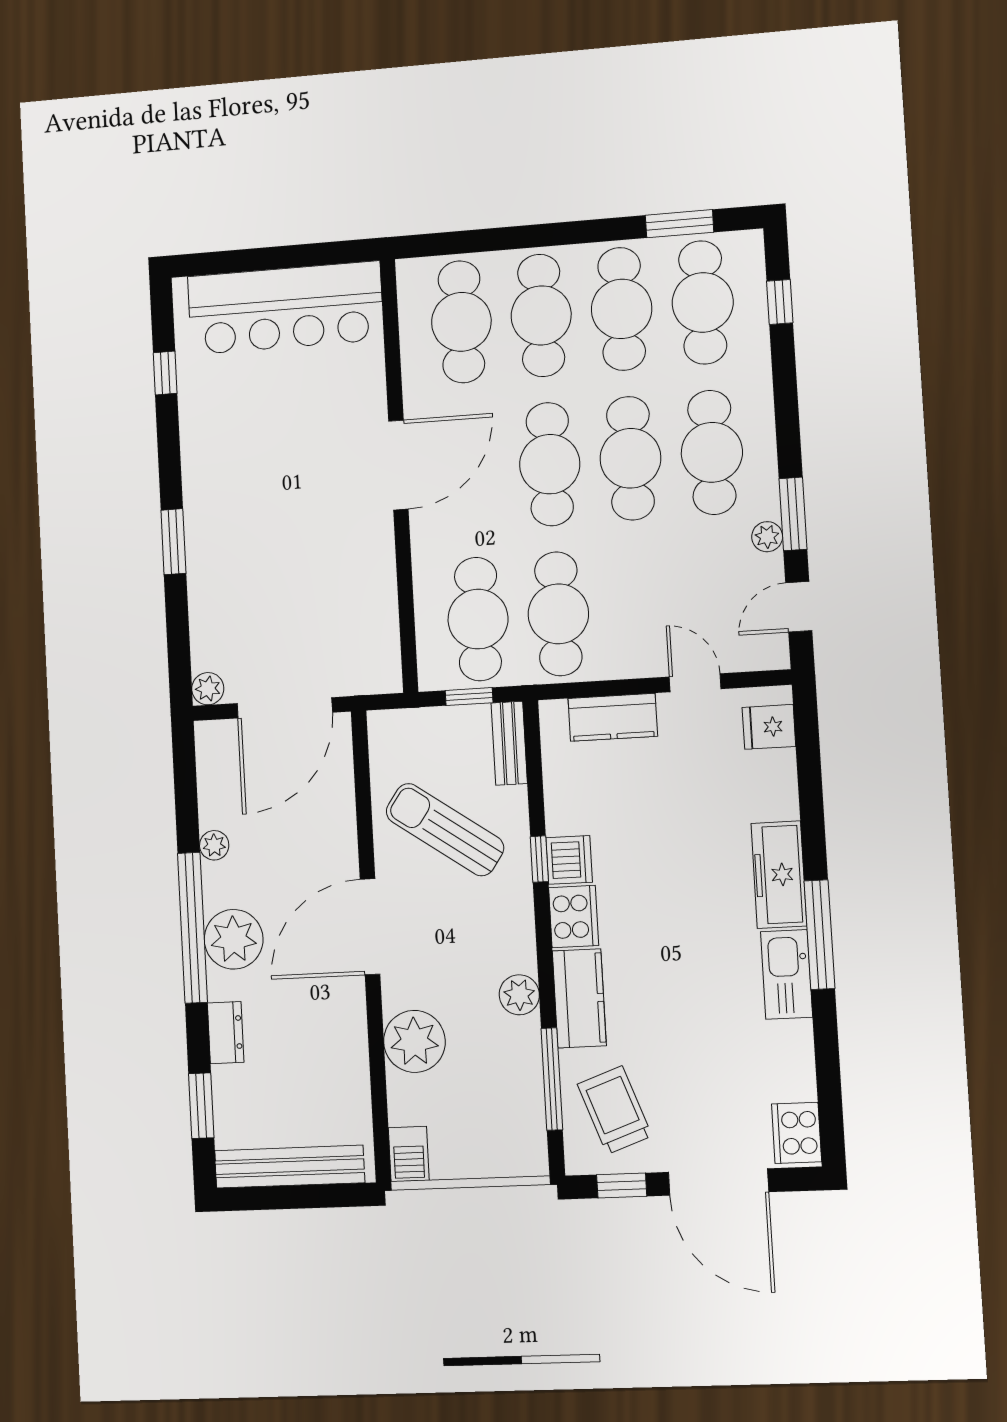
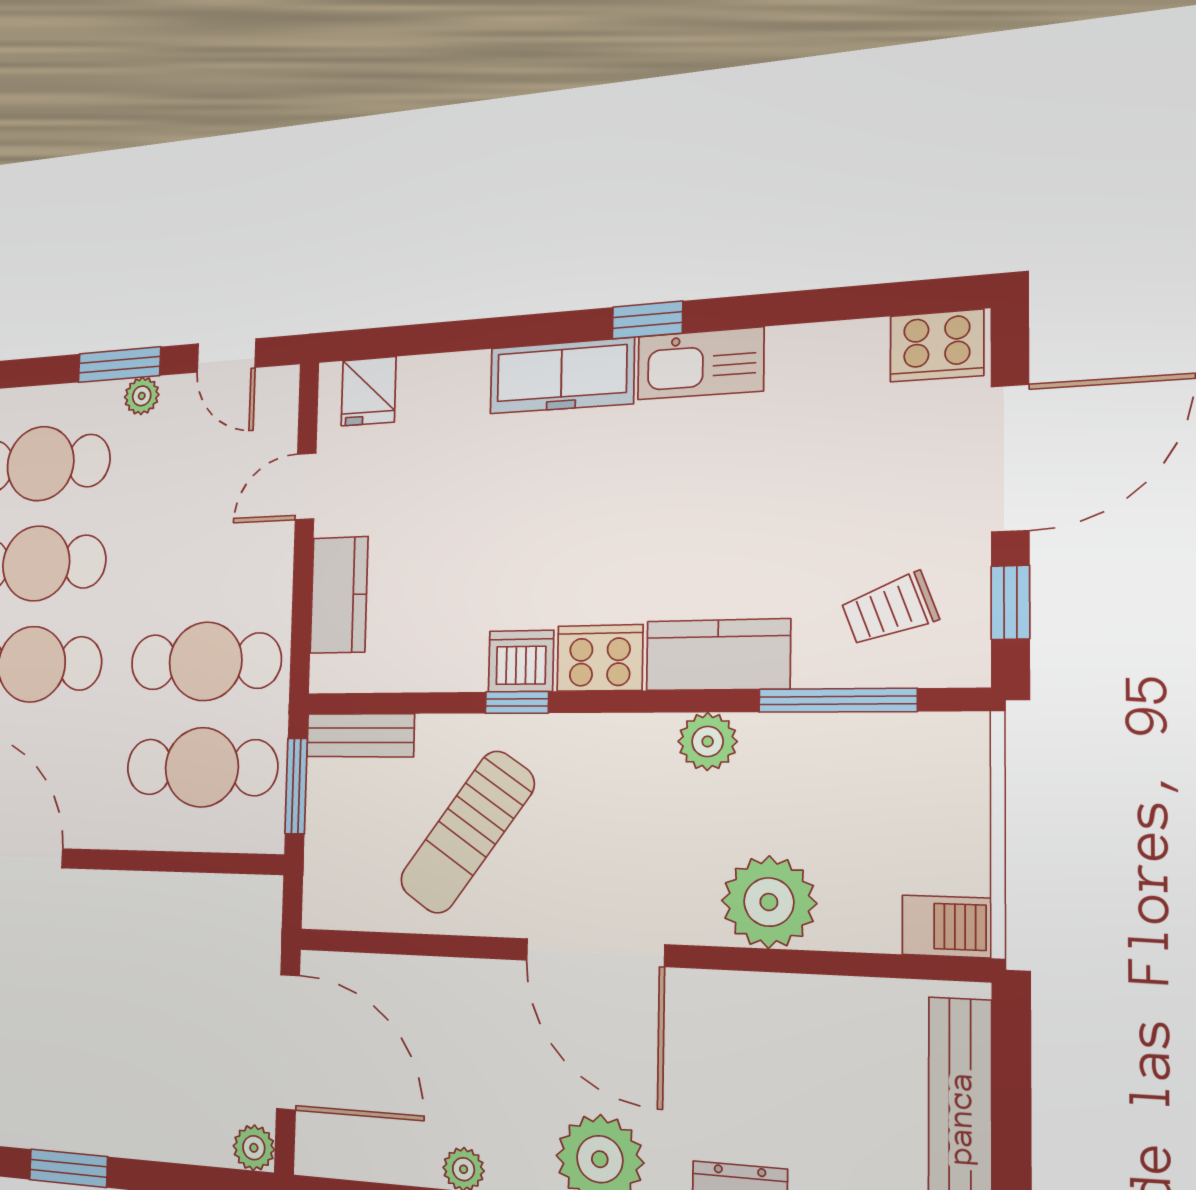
window: (469, 697) -> (296, 786), width x1.50
window: (819, 935) -> (647, 320), width x0.46
trolley: (615, 1110) -> (890, 609), width x0.73, depth x0.72

